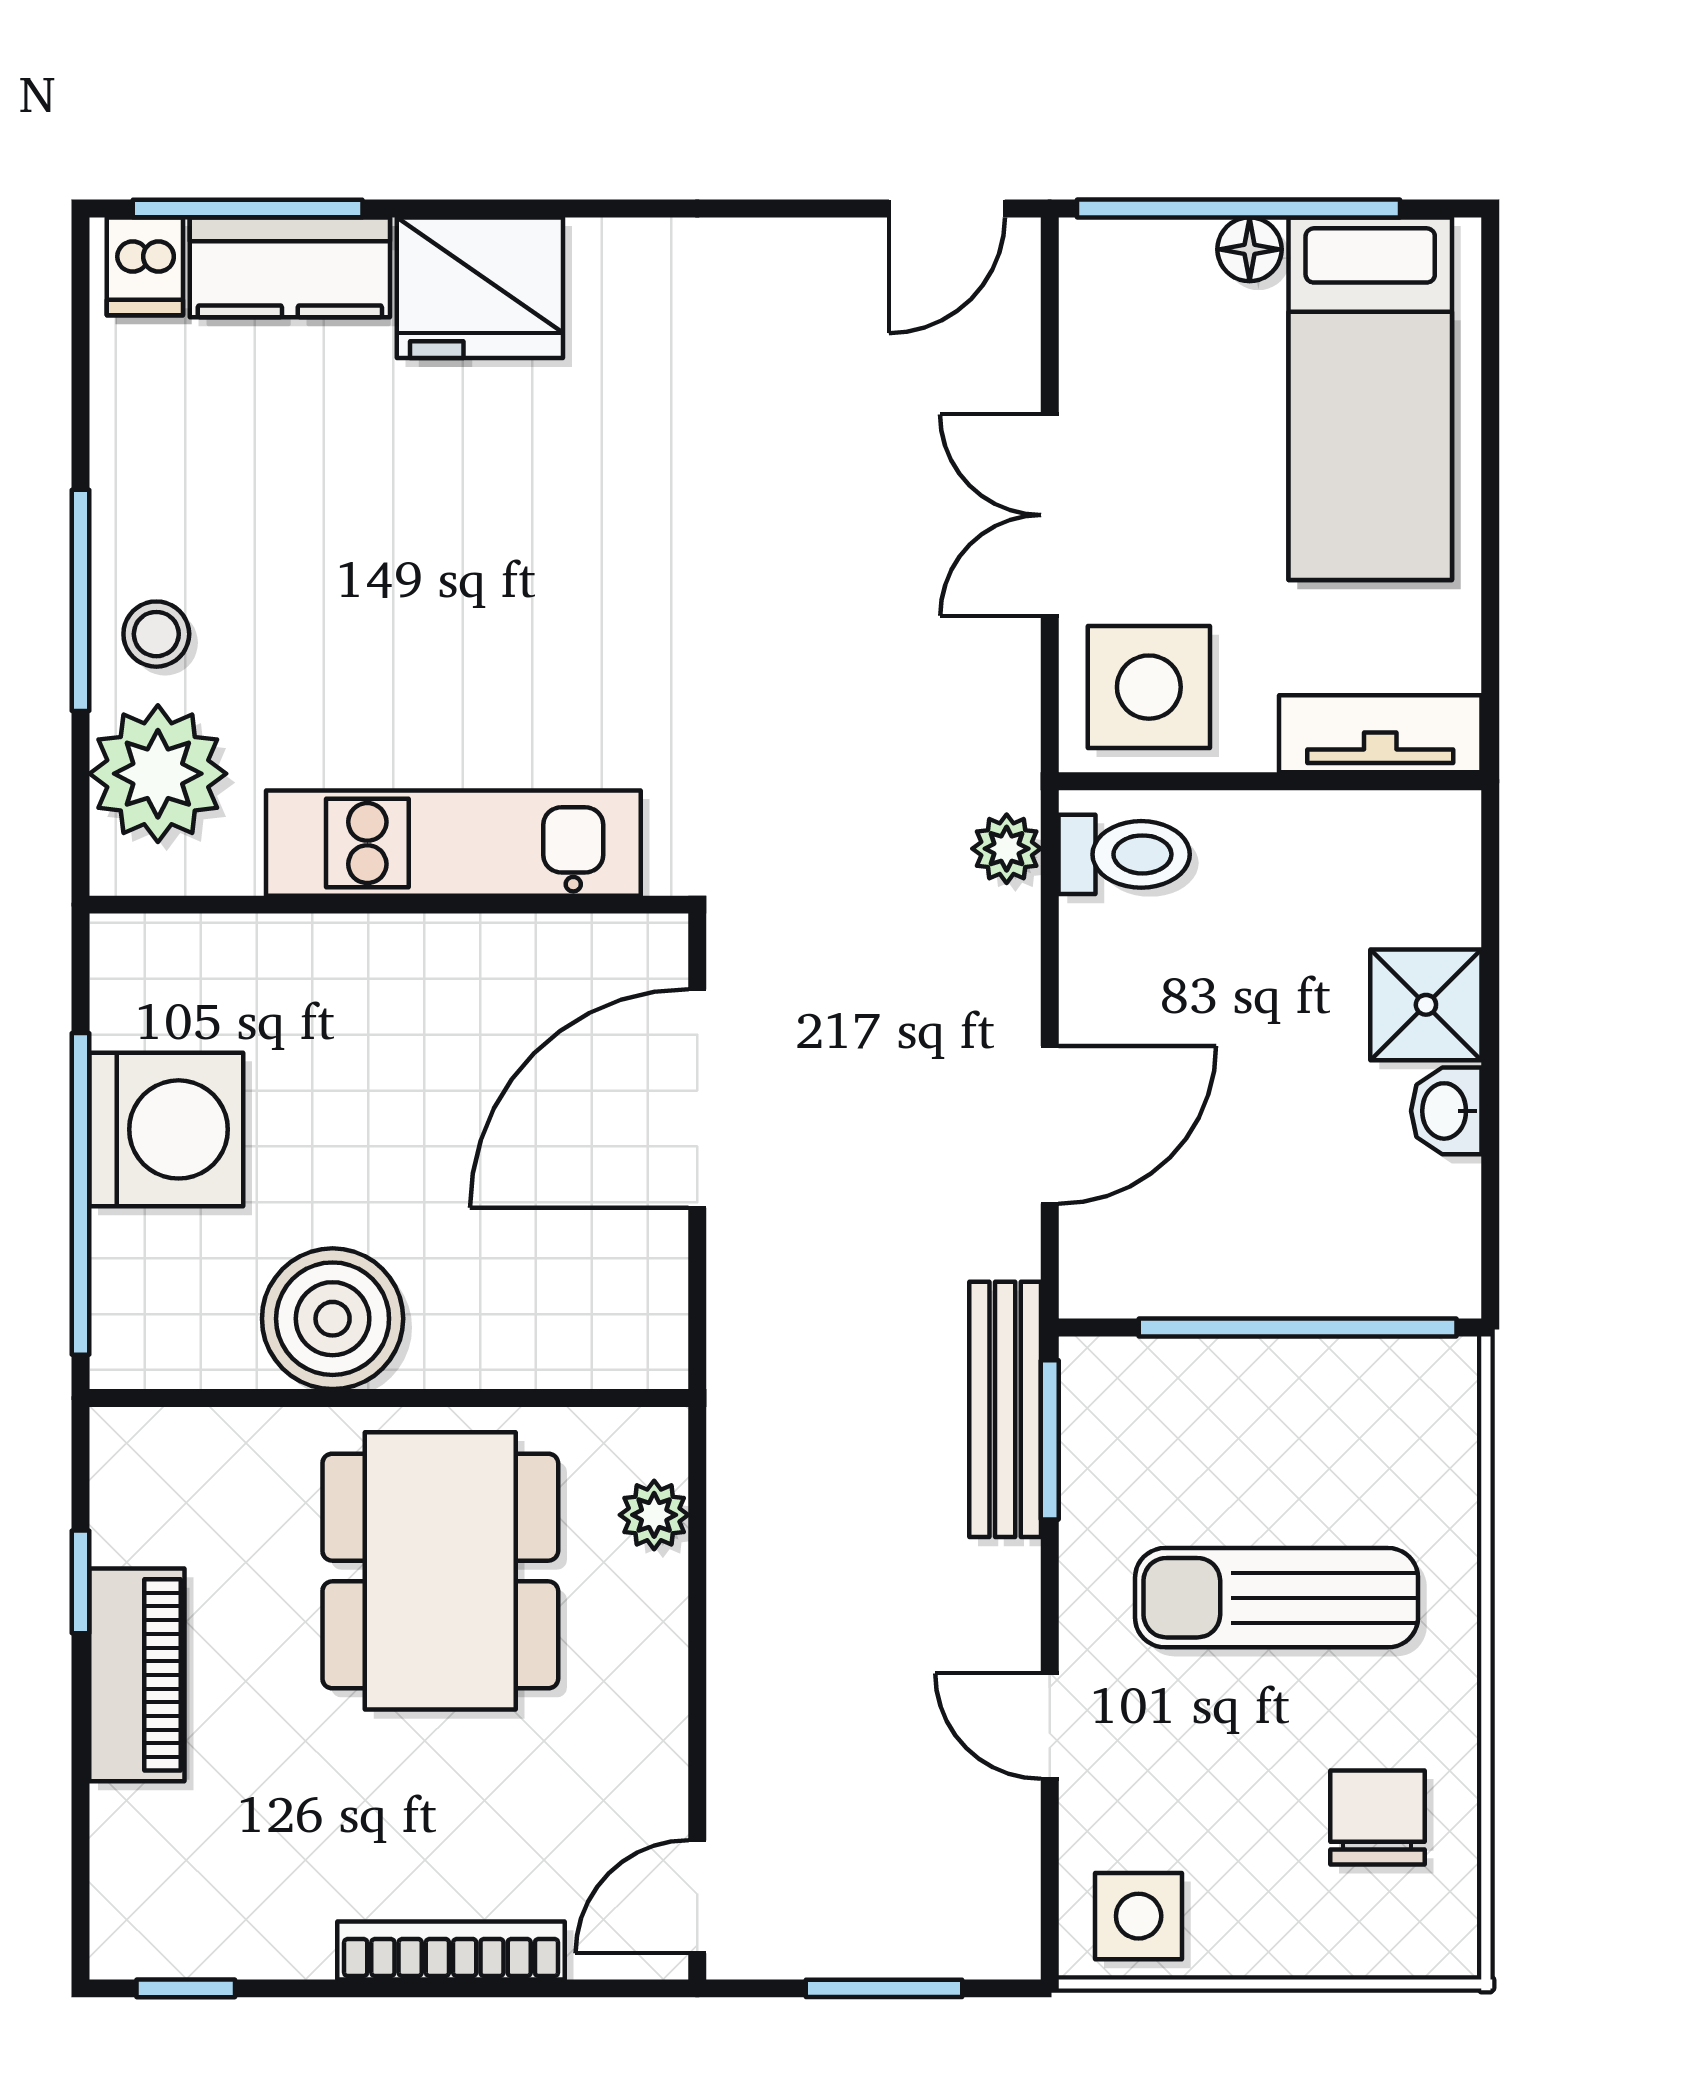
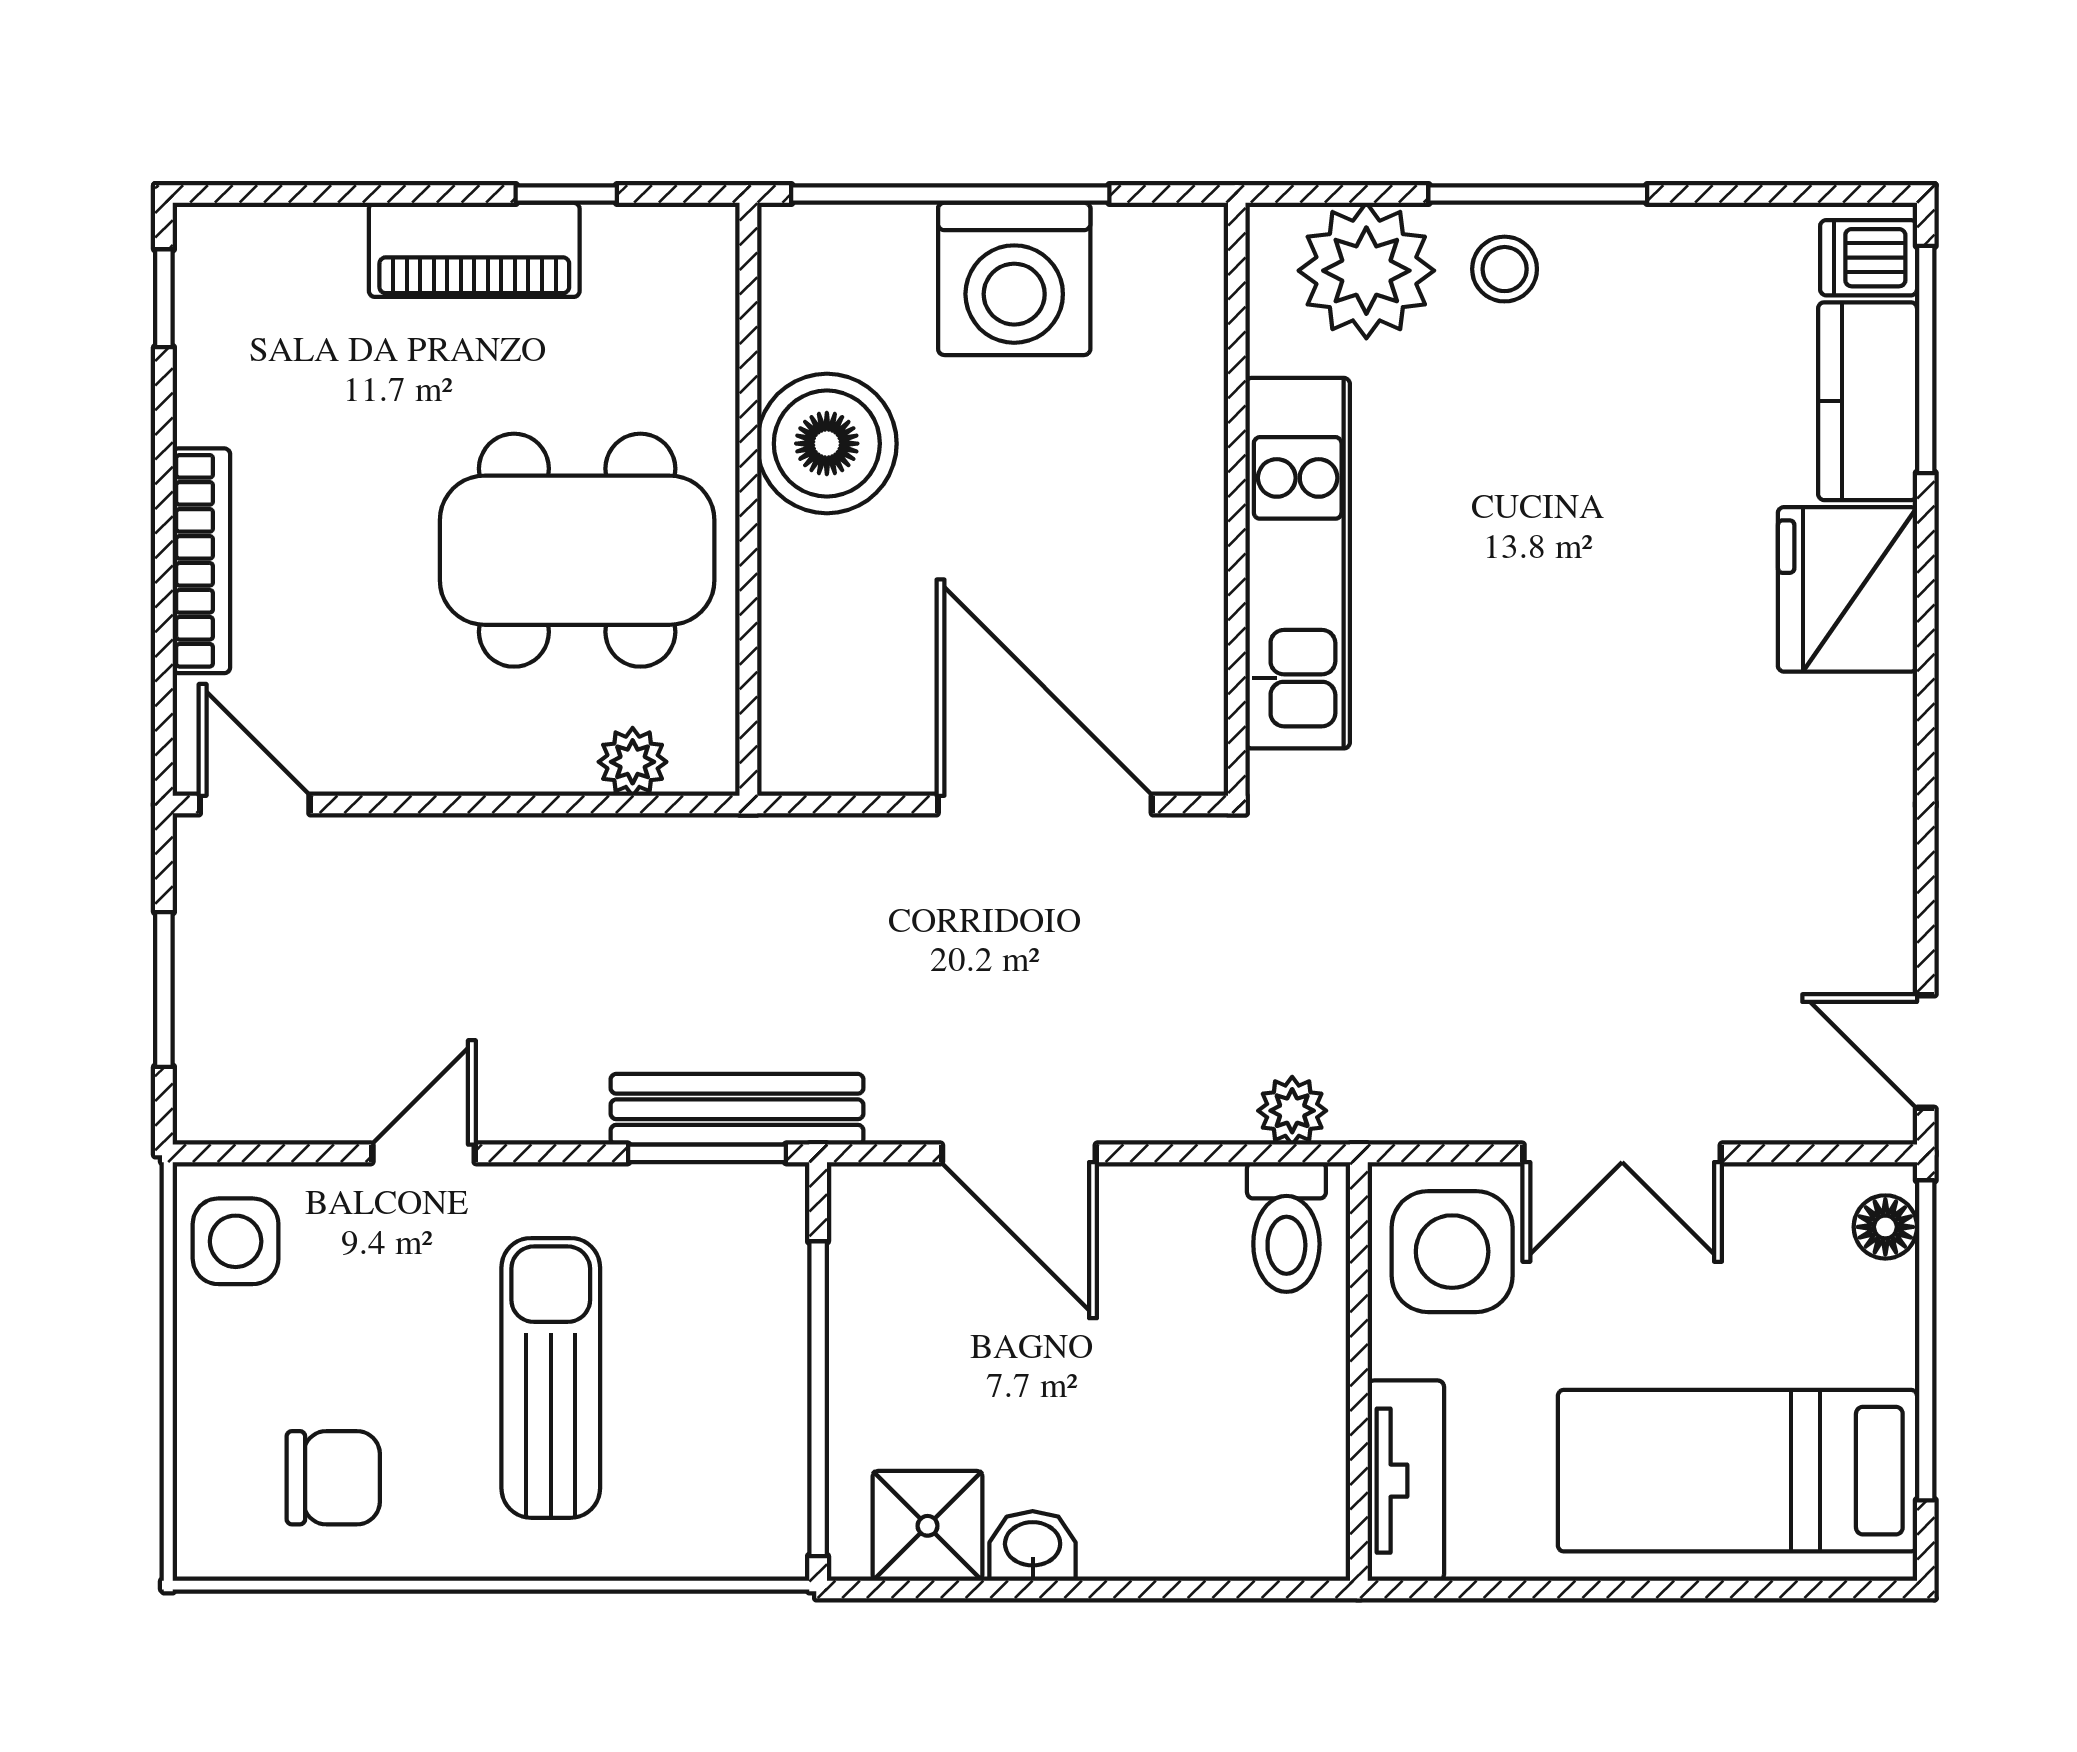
floor lamp: (1250, 249) -> (1885, 1227), moved
double door: (1050, 515) -> (1622, 1153), swing flipped
shower: (1426, 1005) -> (928, 1526), moved

